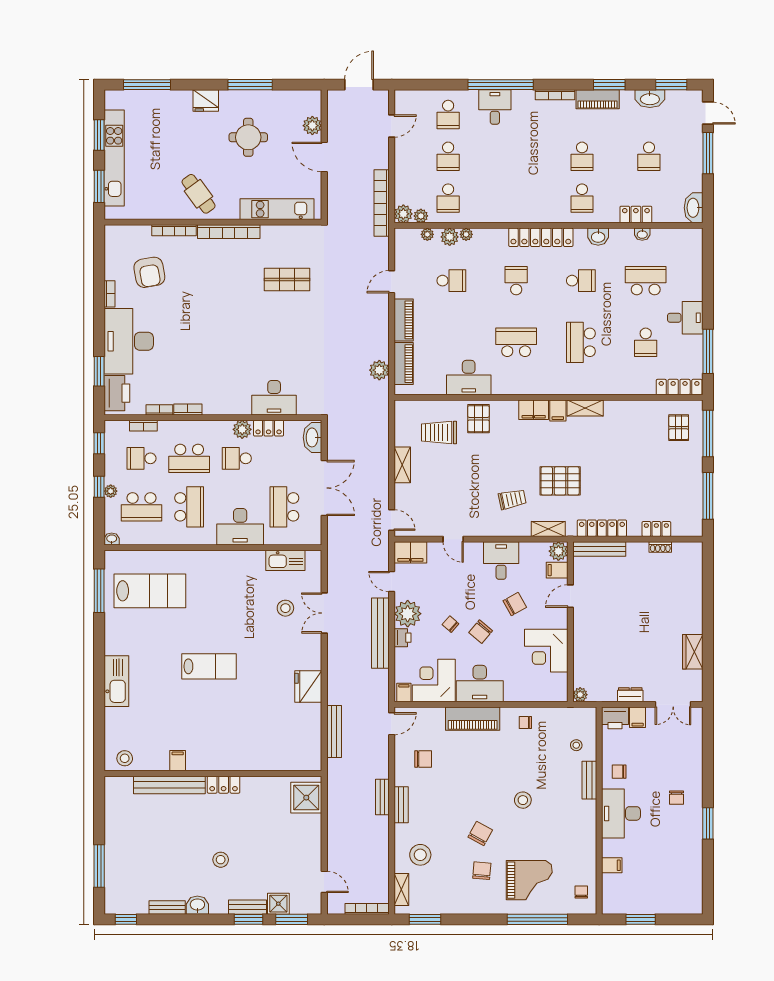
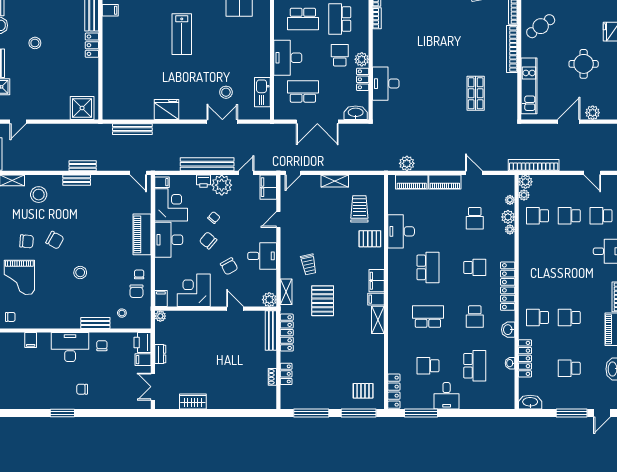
locker: (636, 214) -> (525, 358), width x1.53
filing cabinet: (557, 570) -> (161, 299), moved
chair: (423, 759) -> (136, 291), moved

